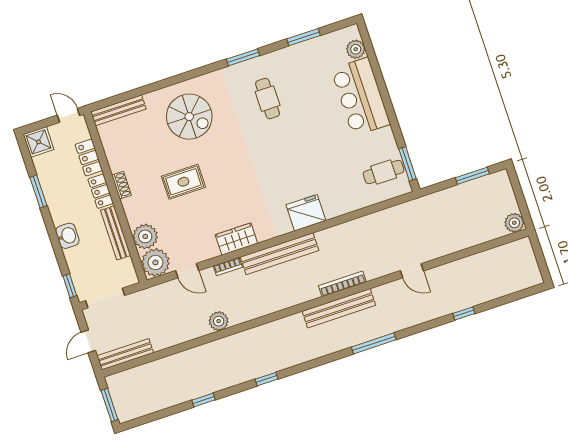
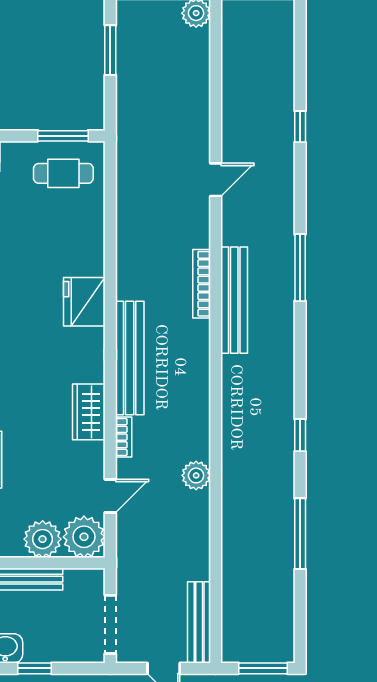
cafe table: (384, 172) -> (63, 173), turned 90
window: (70, 286) -> (35, 668), moved
window: (203, 400) -> (300, 534), width x2.17

